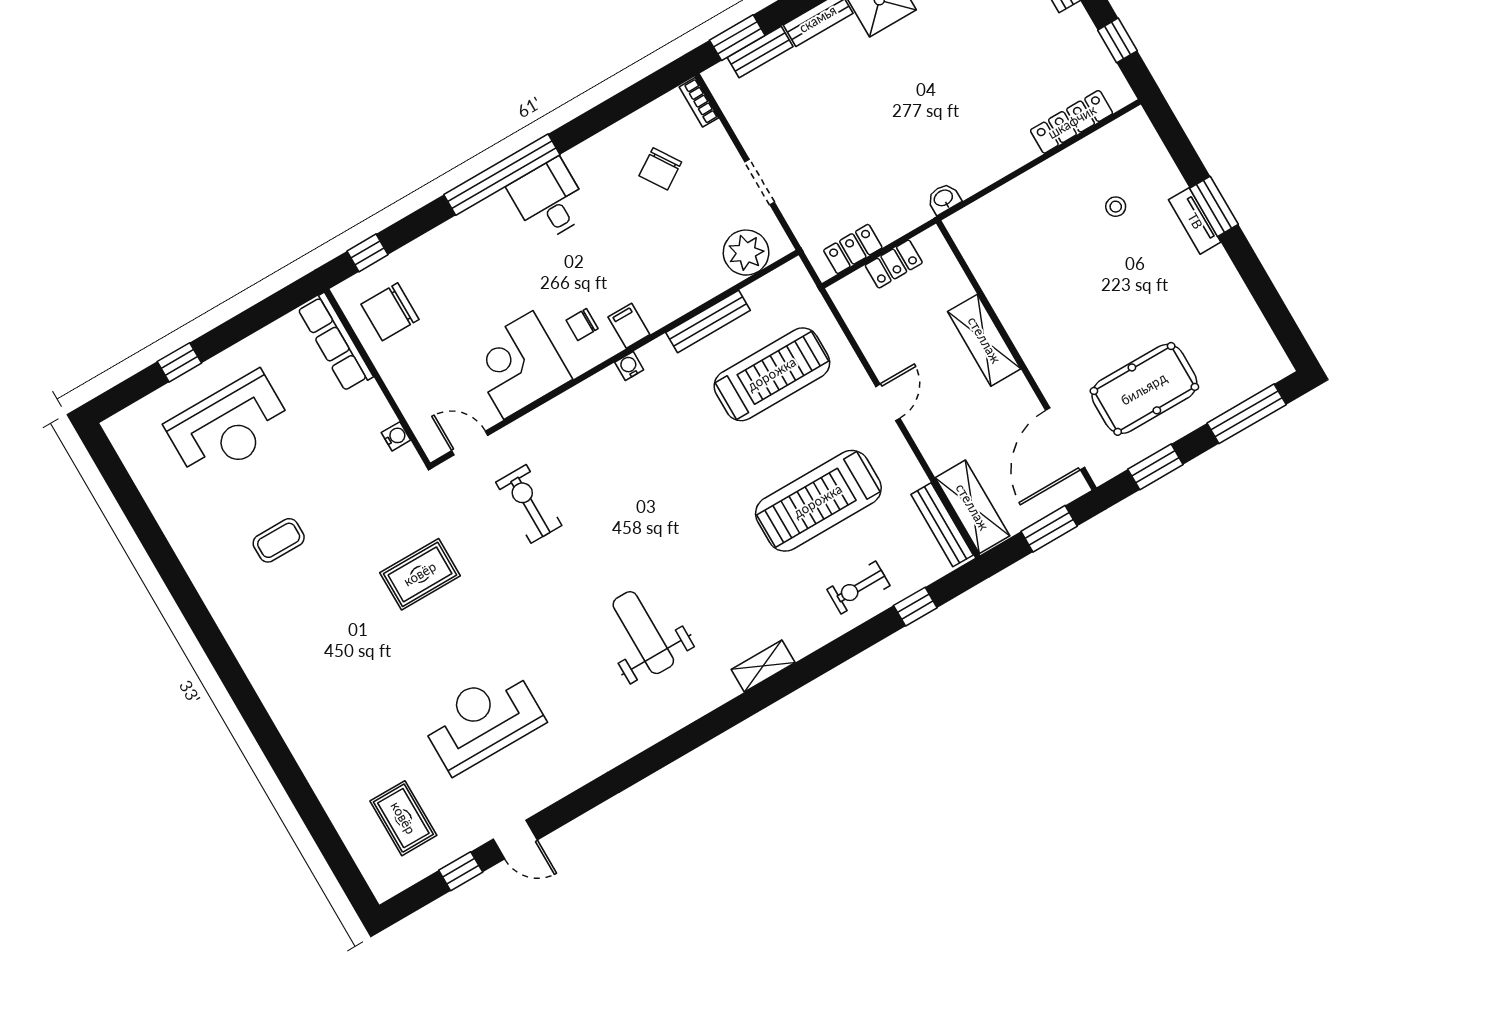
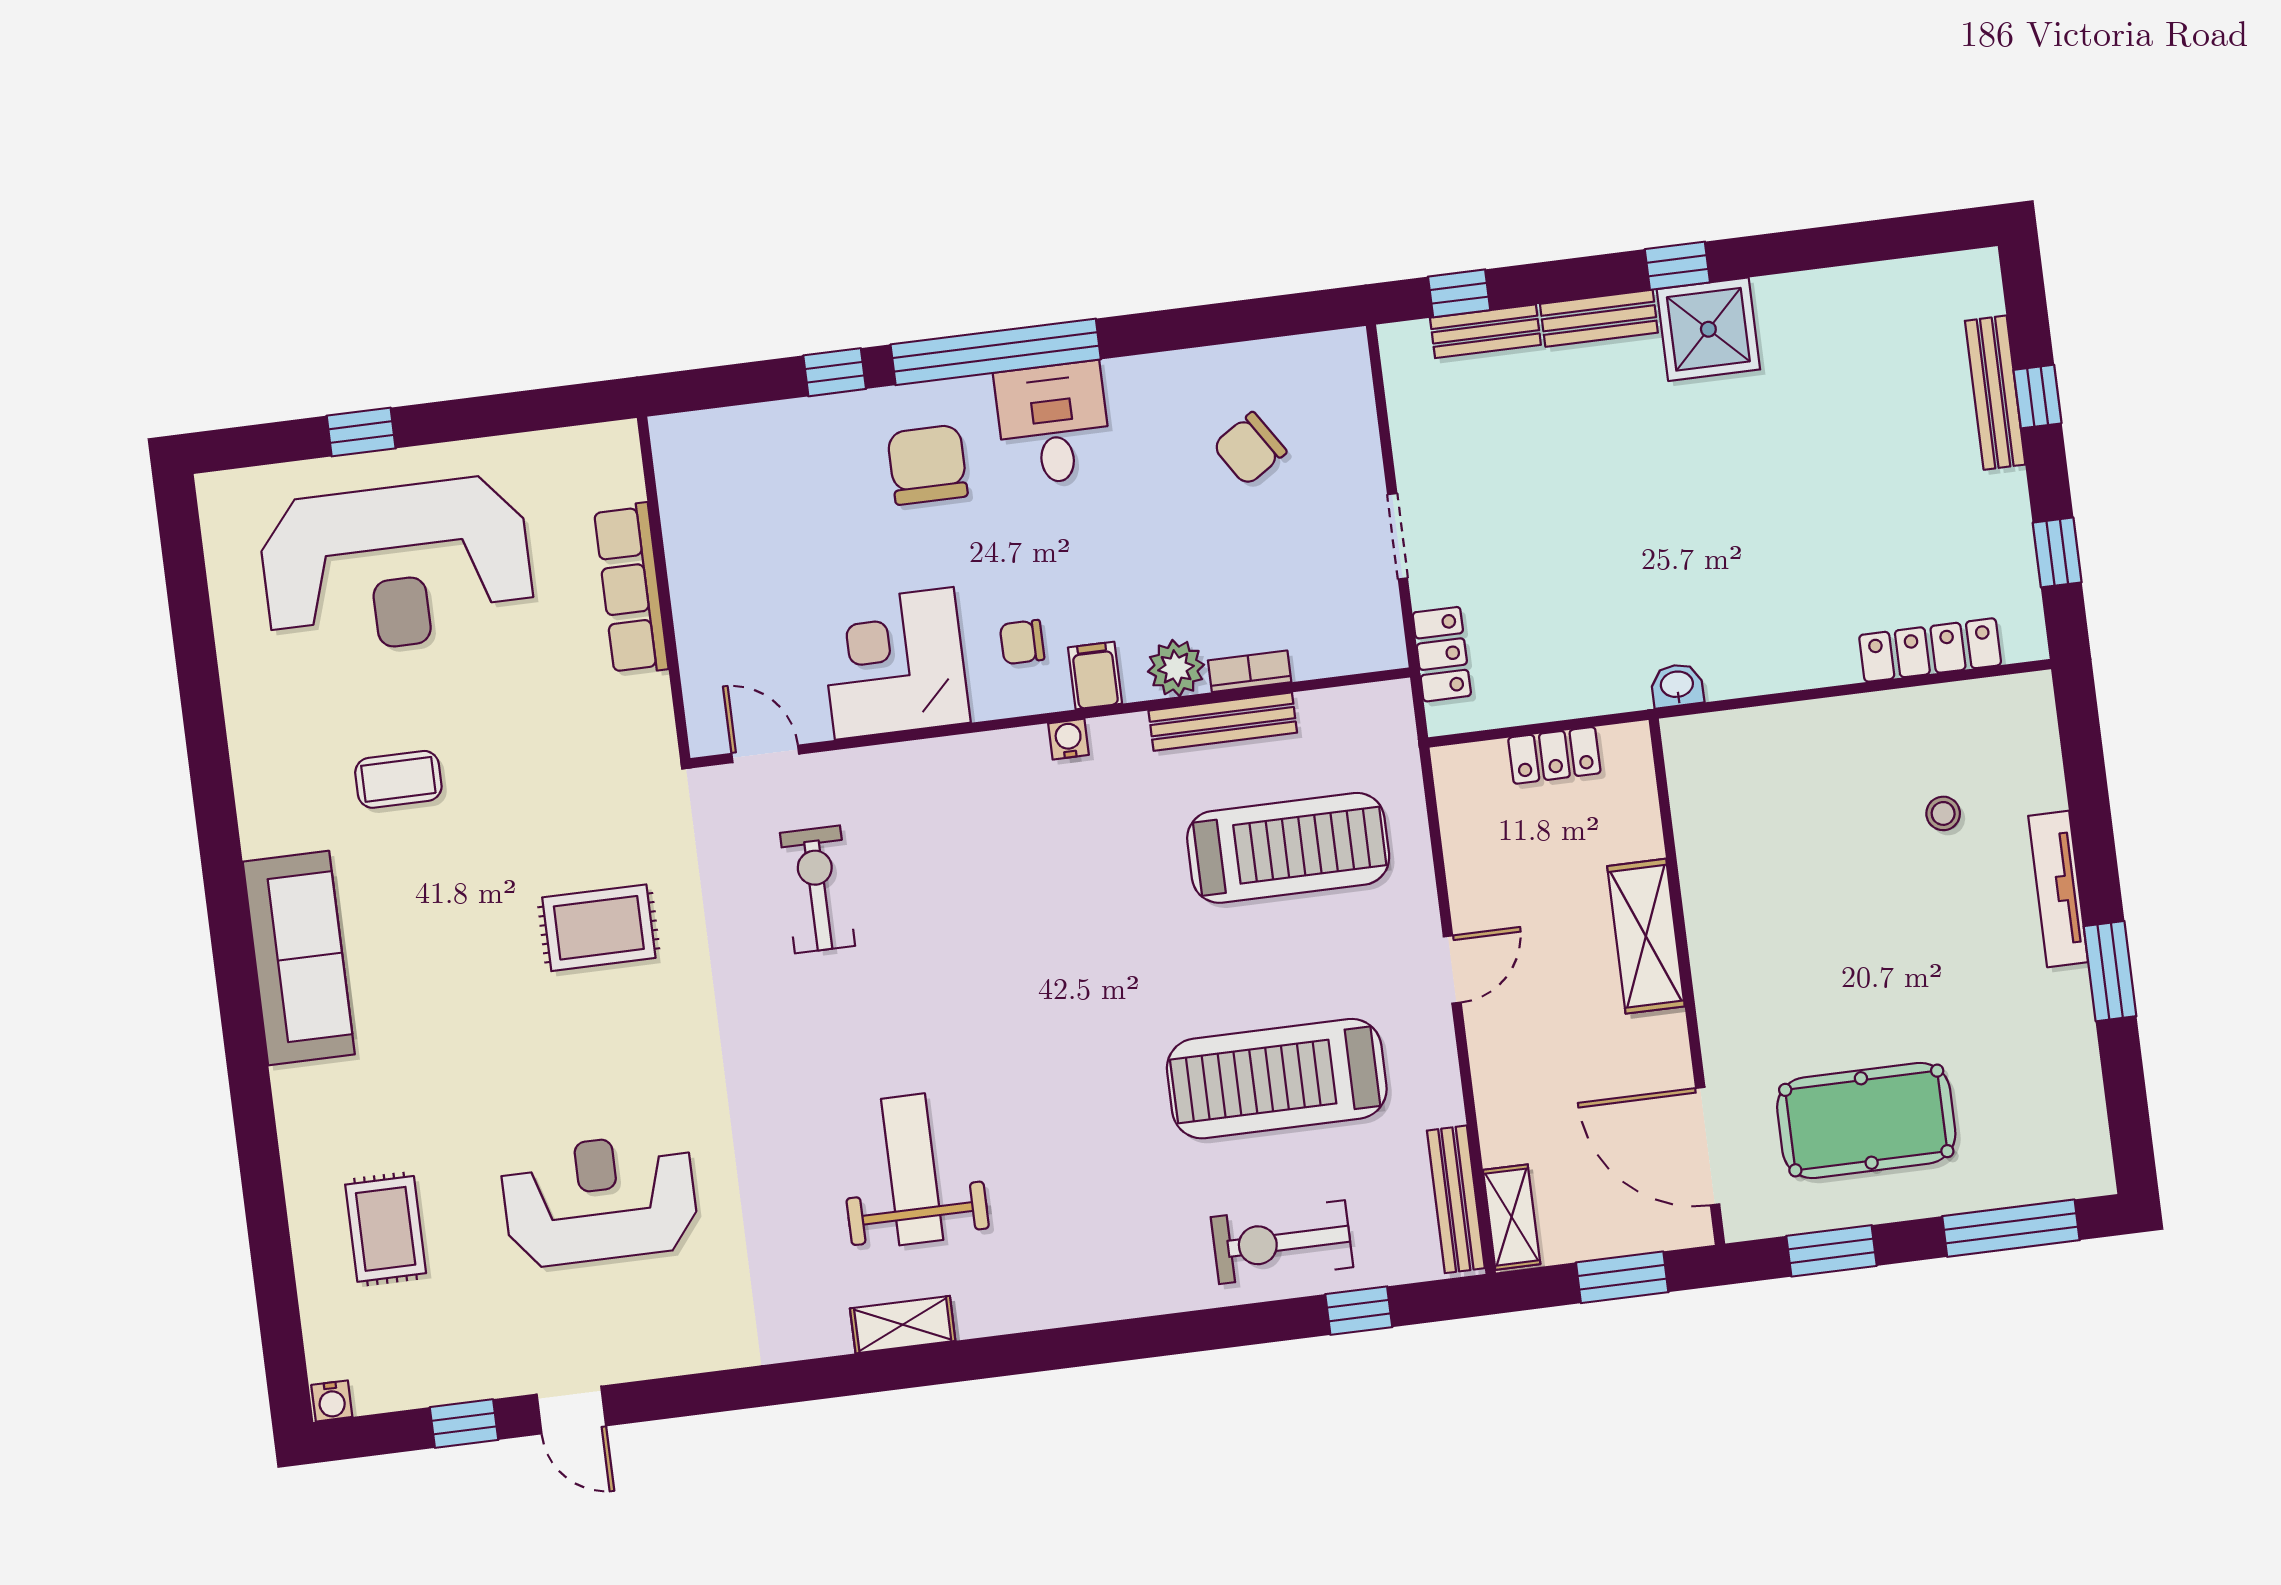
window: (737, 38) -> (1459, 293), width x0.67
bookcase: (699, 102) -> (1250, 671), moved, turned 90
window: (1214, 206) -> (2110, 971), moved
tv unit: (1195, 221) -> (2058, 889), width x1.41
locker: (853, 249) -> (1442, 654), moved, turned 90
window: (368, 253) -> (835, 372), moved
plant: (746, 253) -> (1176, 668), moved, width x0.73, depth x0.73
chair: (390, 312) -> (927, 465), moved, turned 90
row of seats: (335, 342) -> (631, 589), moved
reception desk: (229, 426) -> (396, 566), width x1.36, depth x1.30
water cooler: (396, 436) -> (332, 1401), moved, turned 90
door: (1065, 439) -> (1708, 1146), hinge flipped
shelving: (972, 507) -> (1512, 1217), width x0.67, depth x0.75
exercise bike: (858, 587) -> (1282, 1242), width x1.38, depth x1.39
sofa: (266, 659) -> (299, 958), added
shelving: (763, 666) -> (903, 1325), moved
rug: (403, 818) -> (386, 1229), moved

